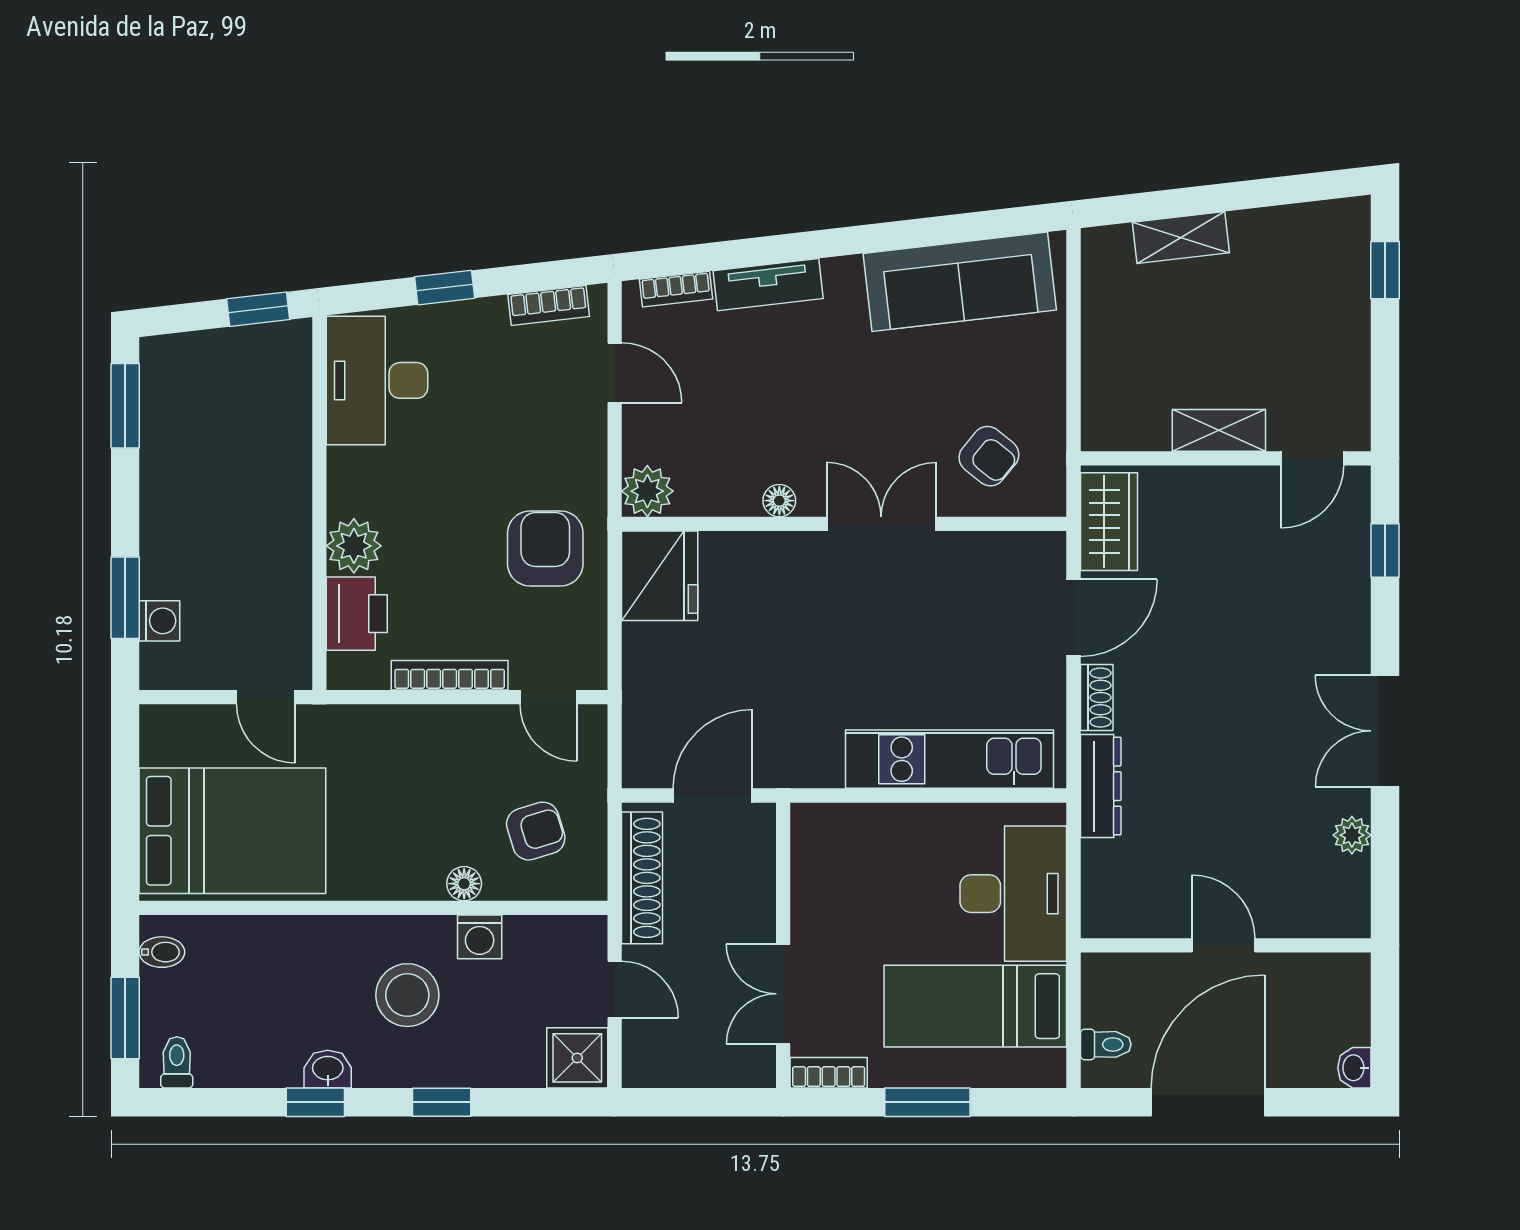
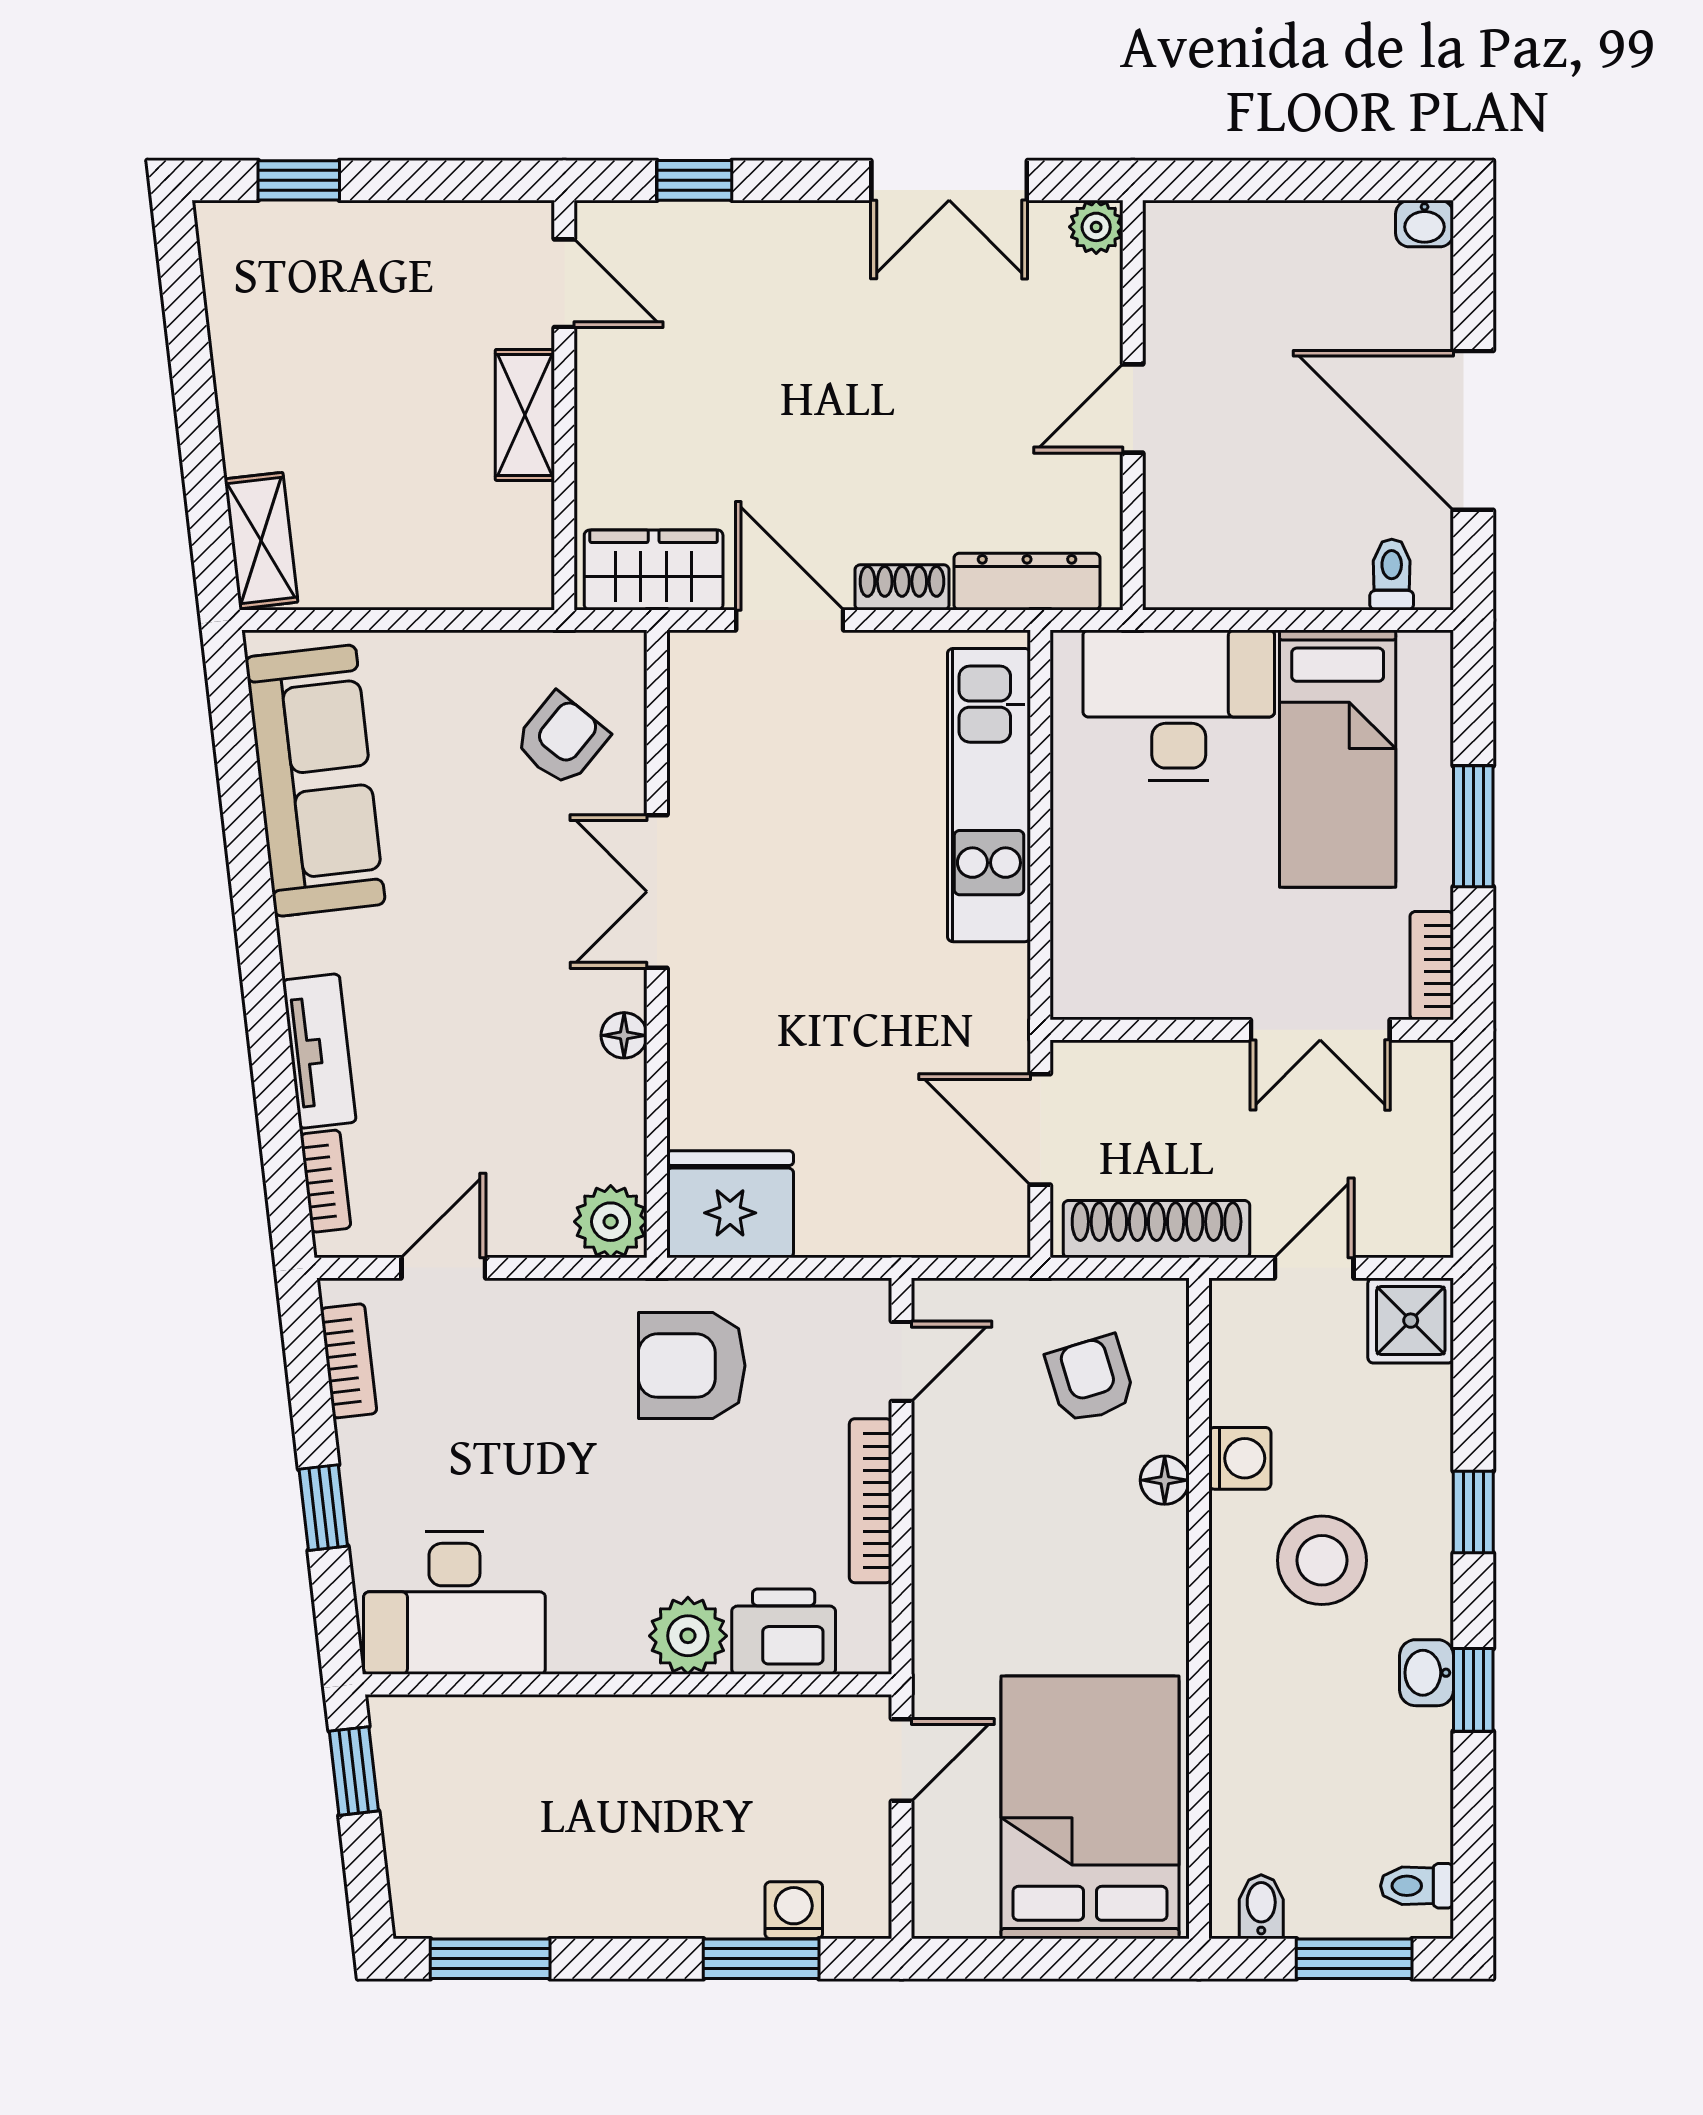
shelving: (1181, 238) -> (261, 541), moved
door: (1223, 945) -> (1133, 409), moved
wall: (1226, 945) -> (1133, 405), moved

